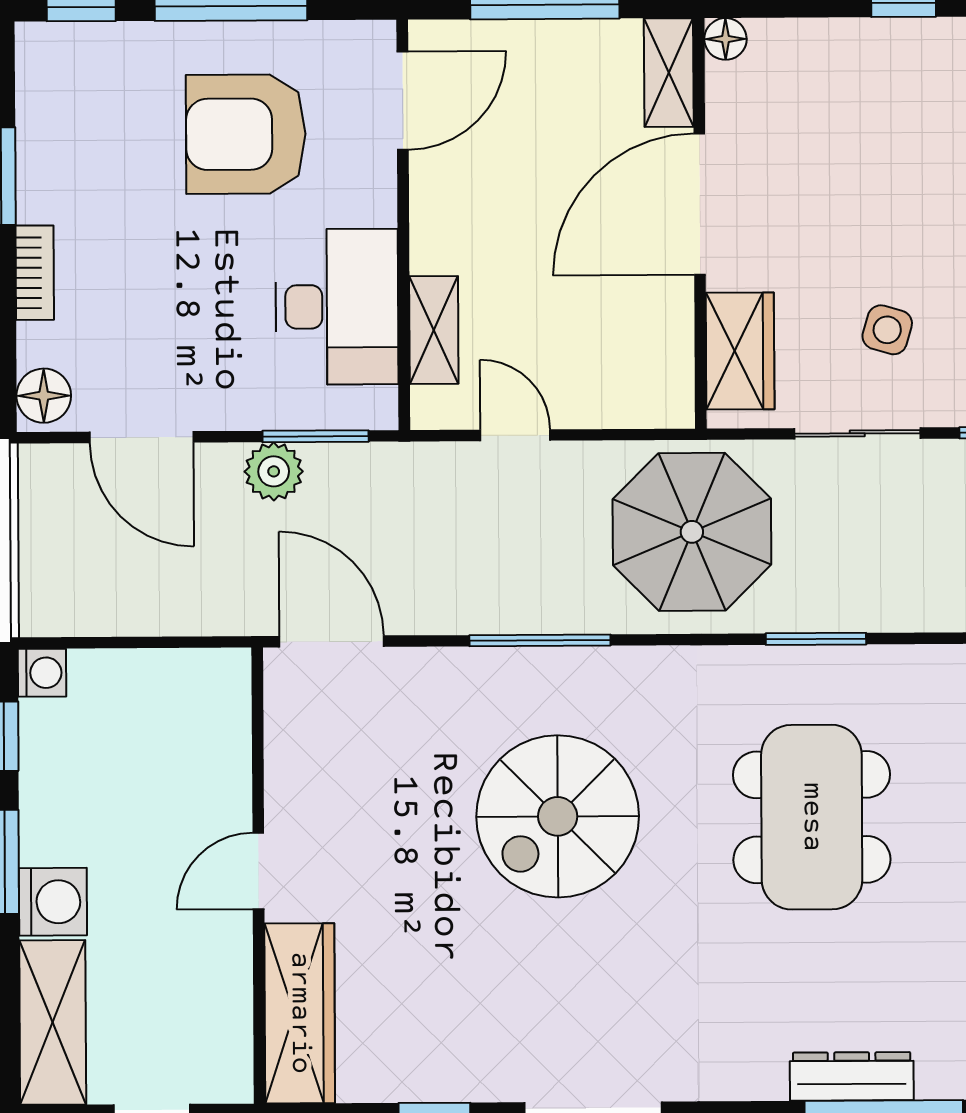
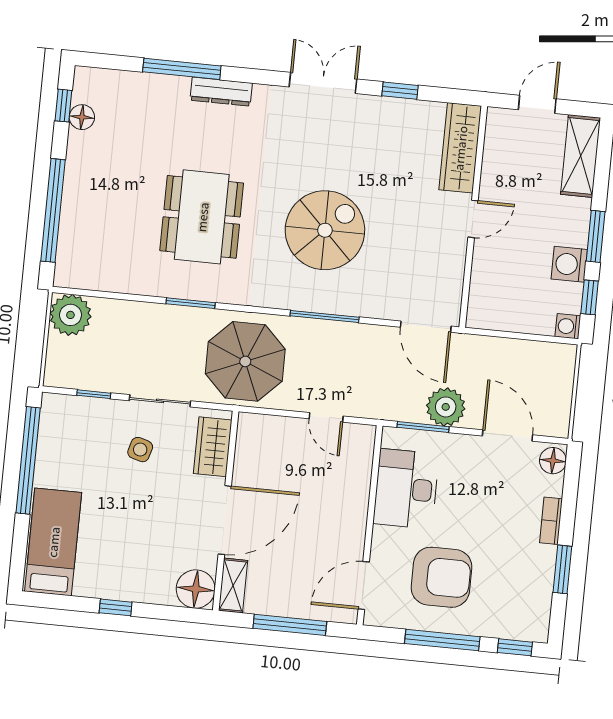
floor lamp: (725, 39) -> (196, 589), width x1.89, depth x1.89
shelving: (434, 330) -> (360, 473), removed
plant: (274, 471) -> (446, 407), width x1.36, depth x1.36
washing machine: (53, 902) -> (569, 264), moved
dresser: (852, 1076) -> (221, 92), moved

